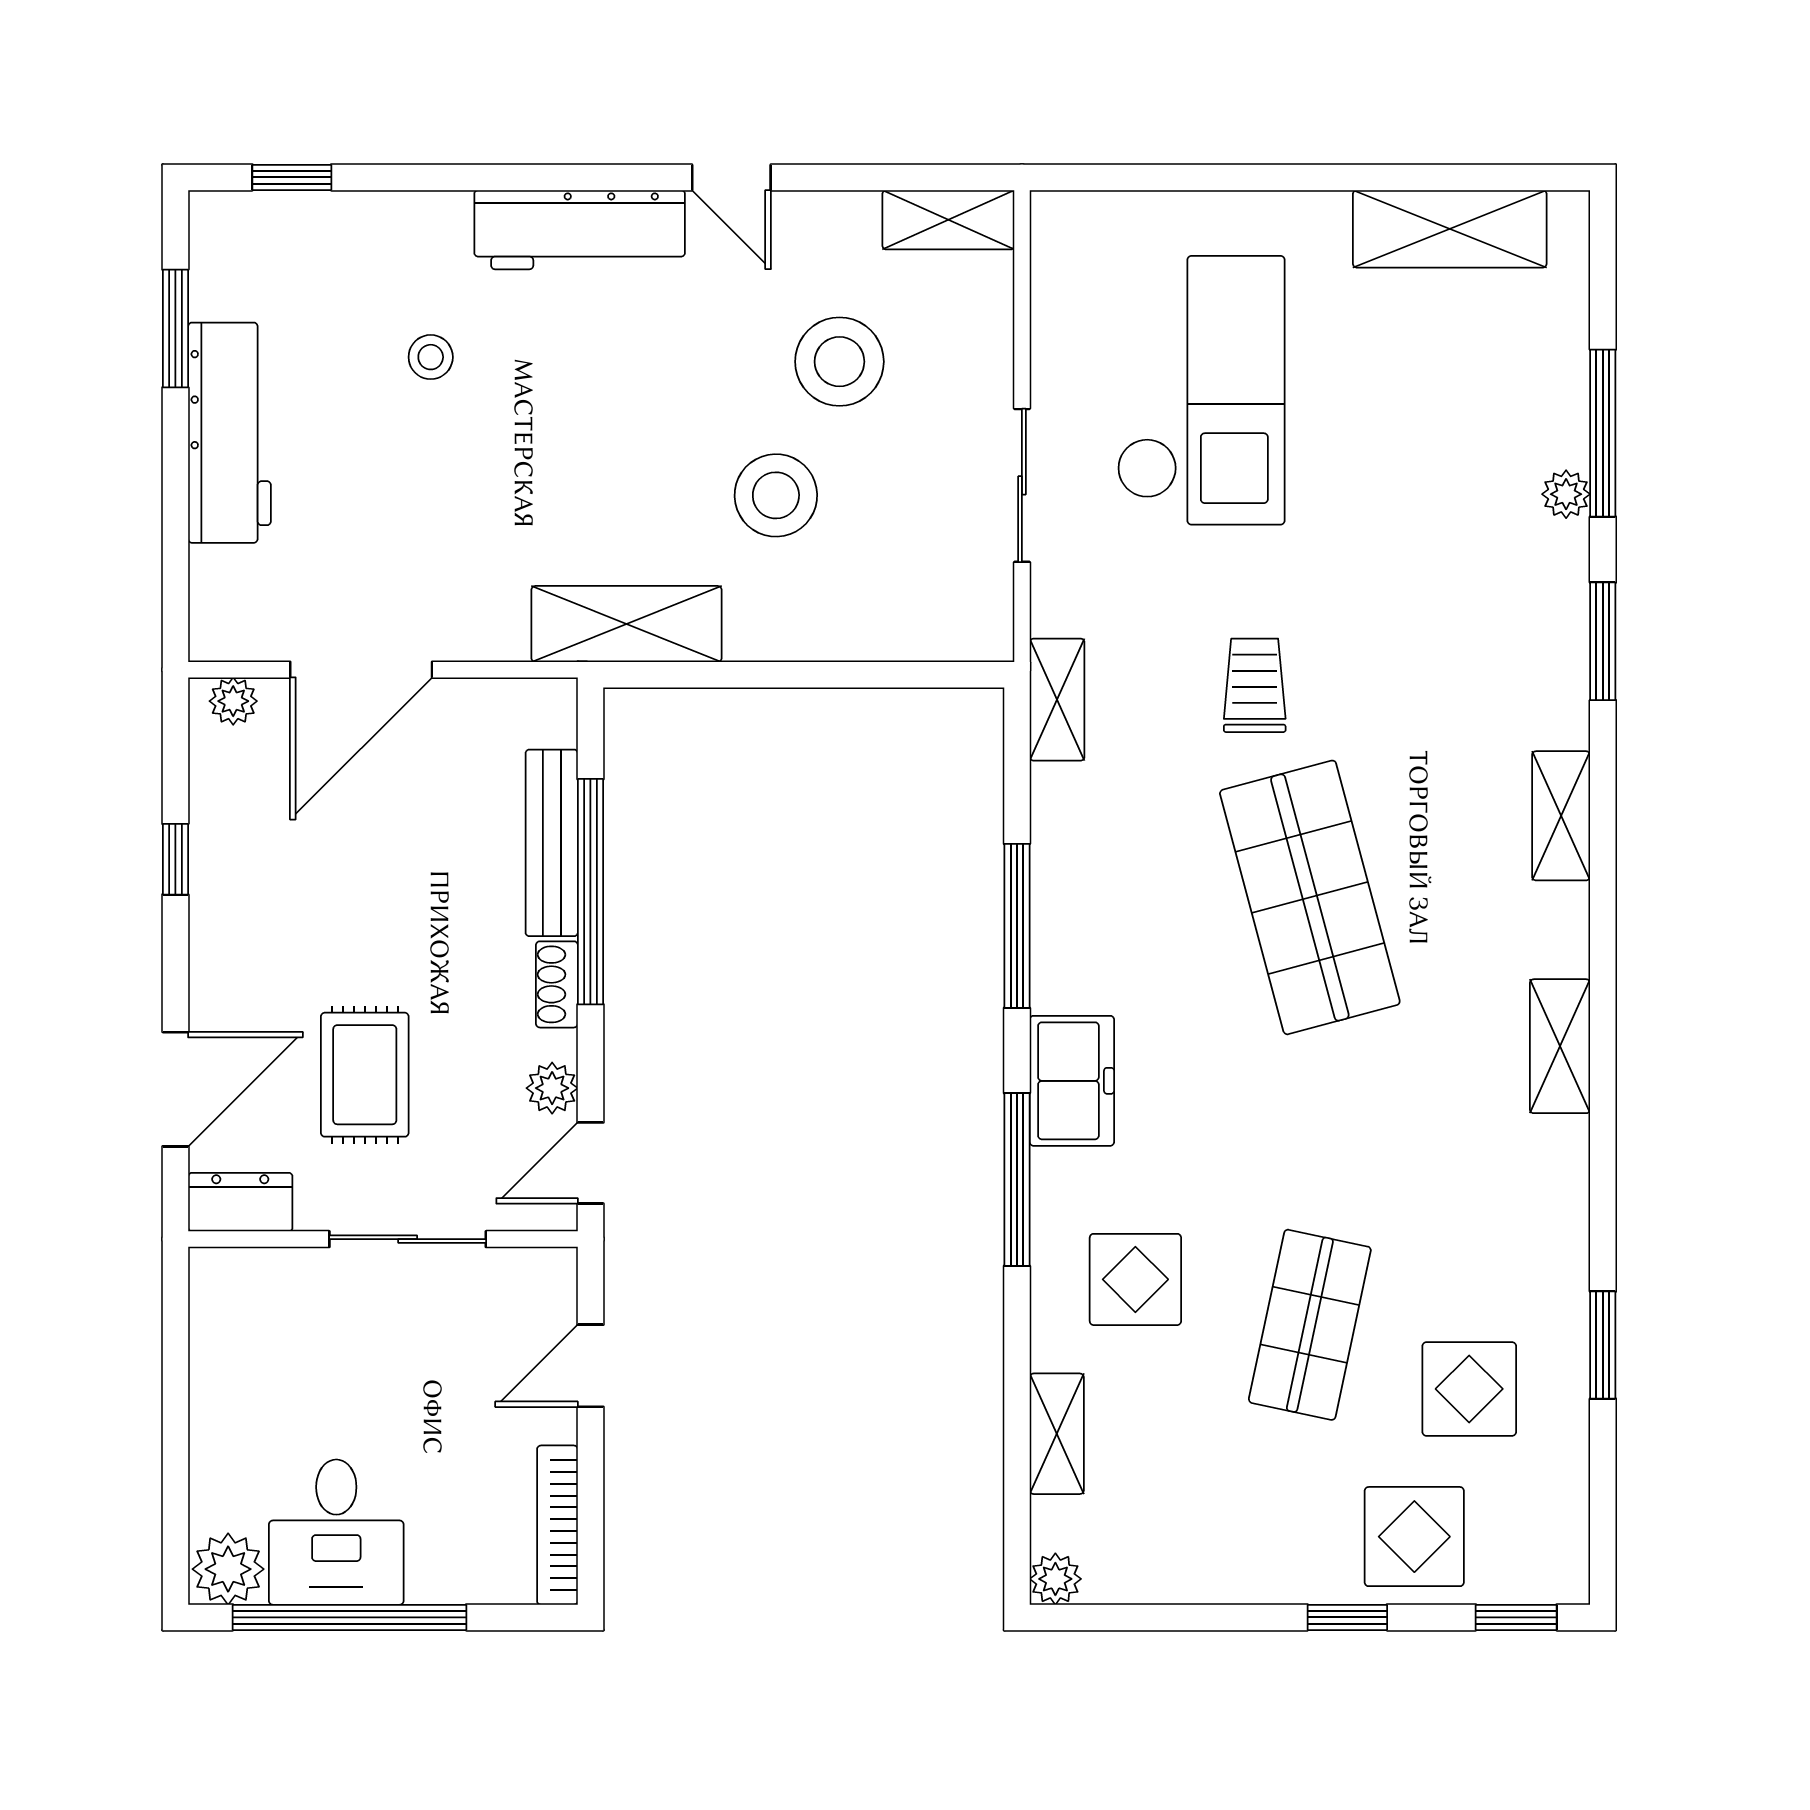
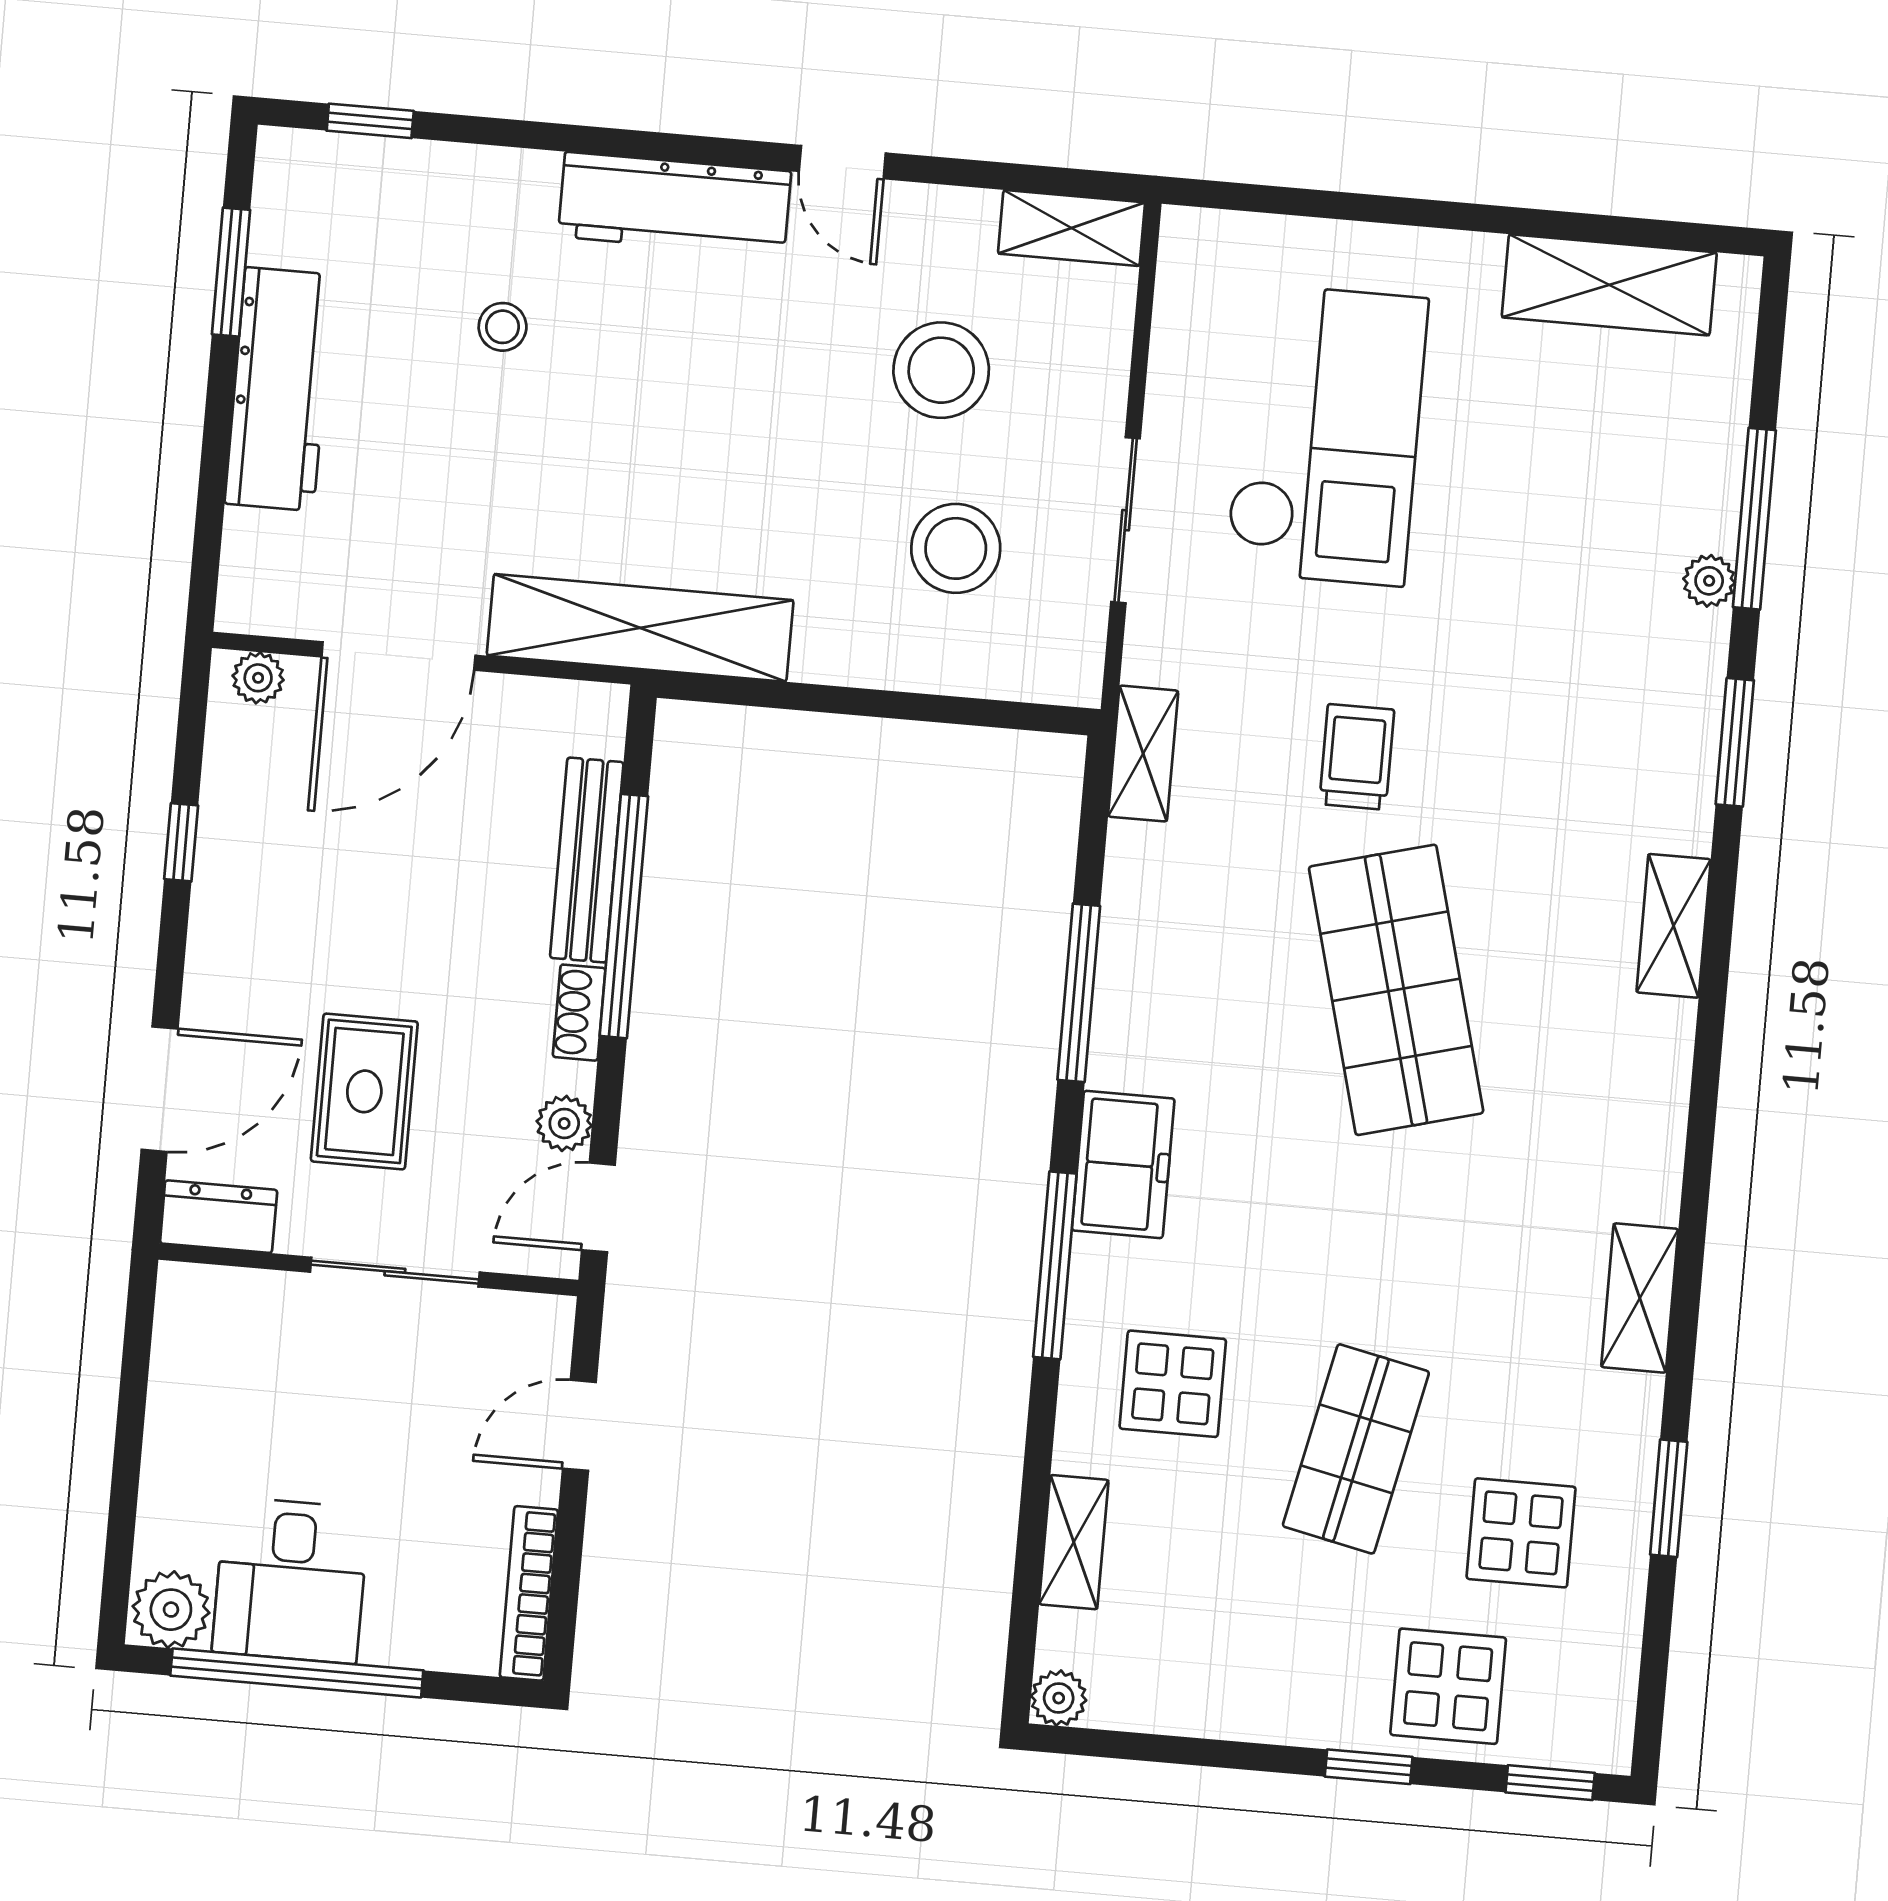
stool: (776, 495) -> (956, 548), moved
shelving: (627, 624) -> (640, 628), width x1.47
shelving: (1560, 1046) -> (1640, 1298), moved

